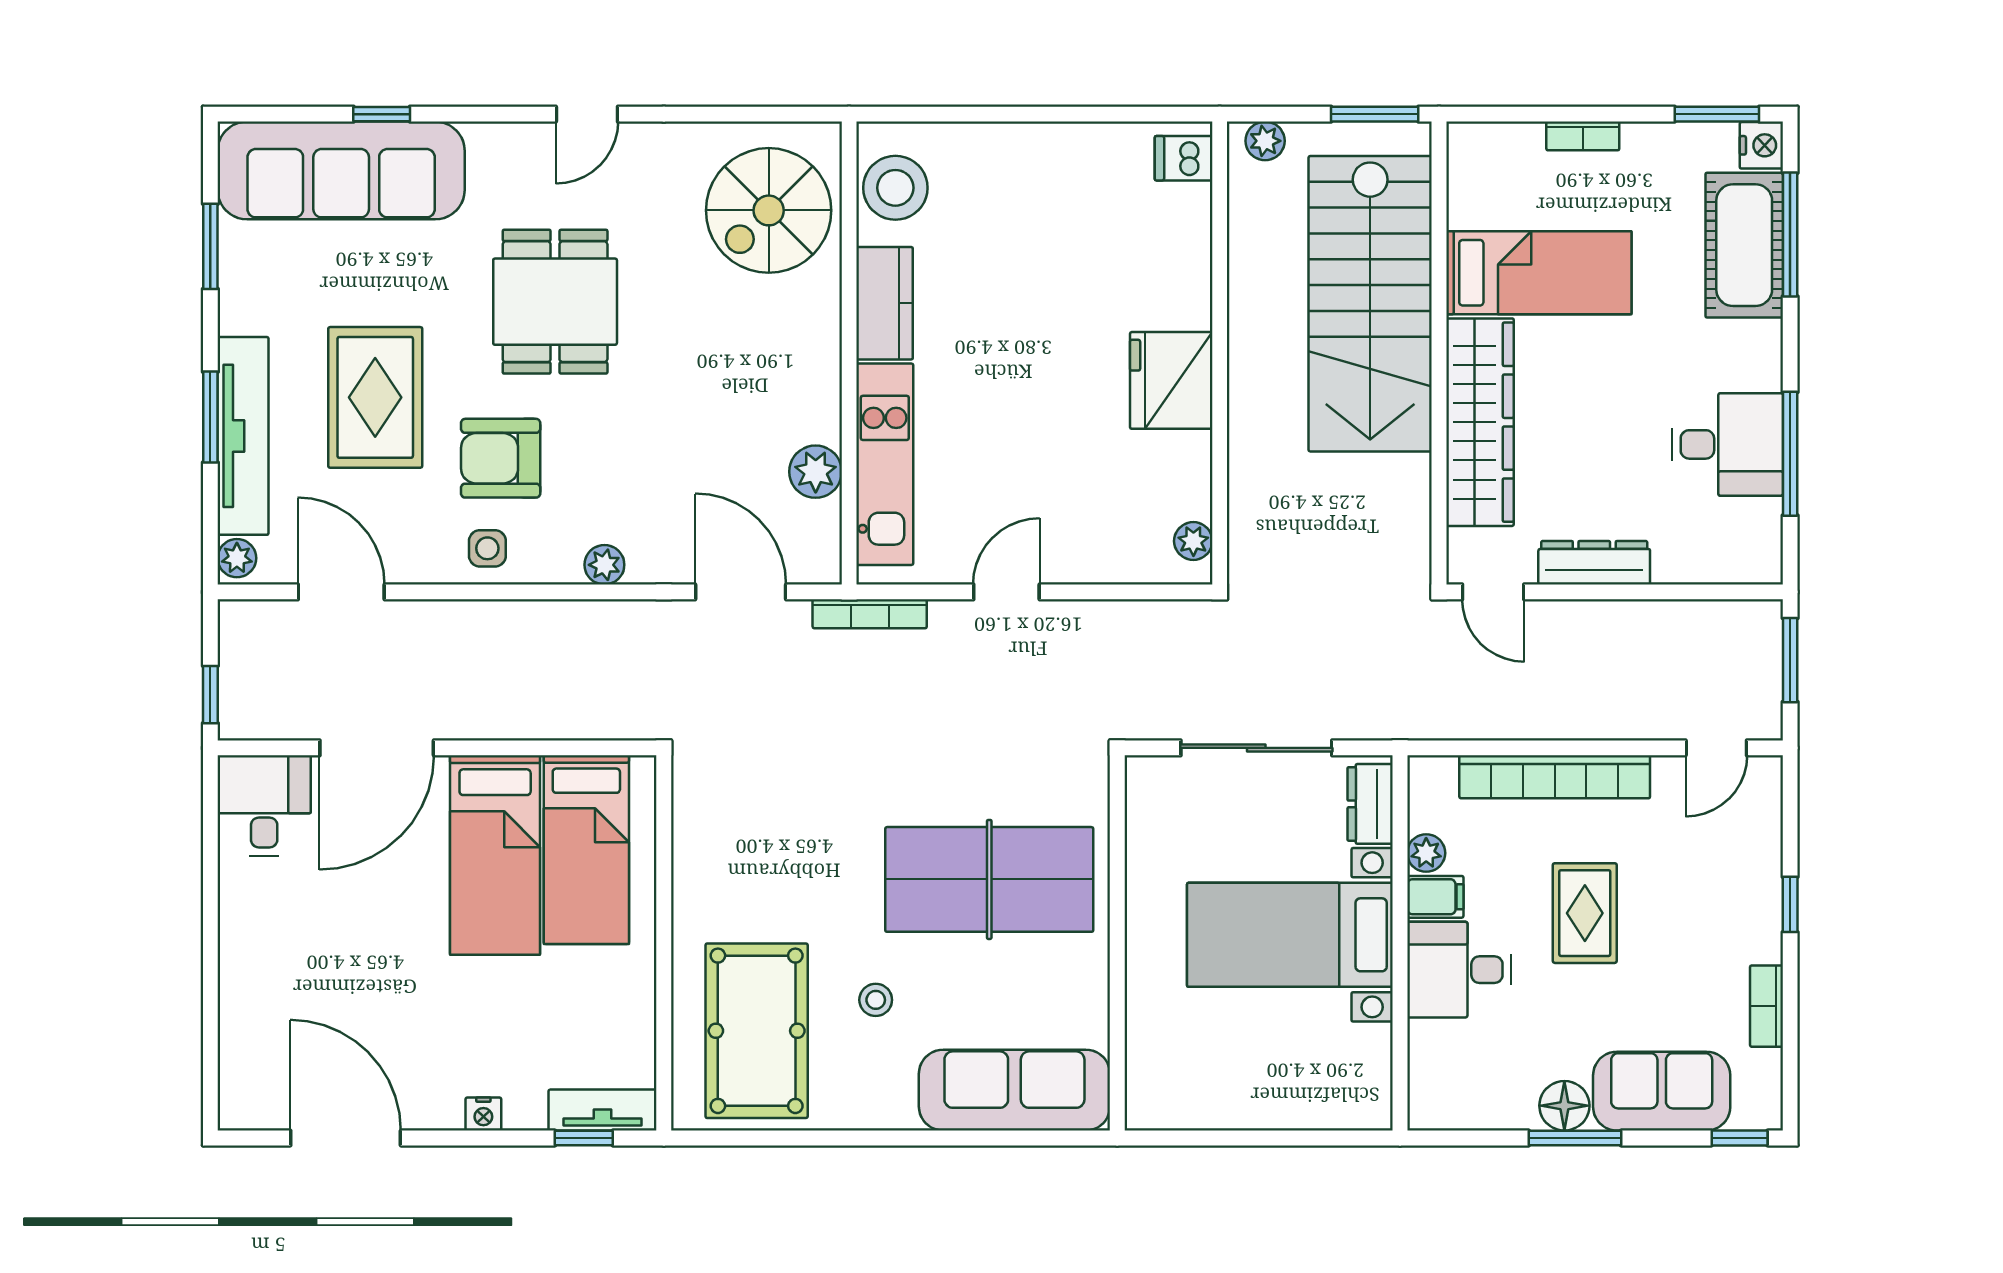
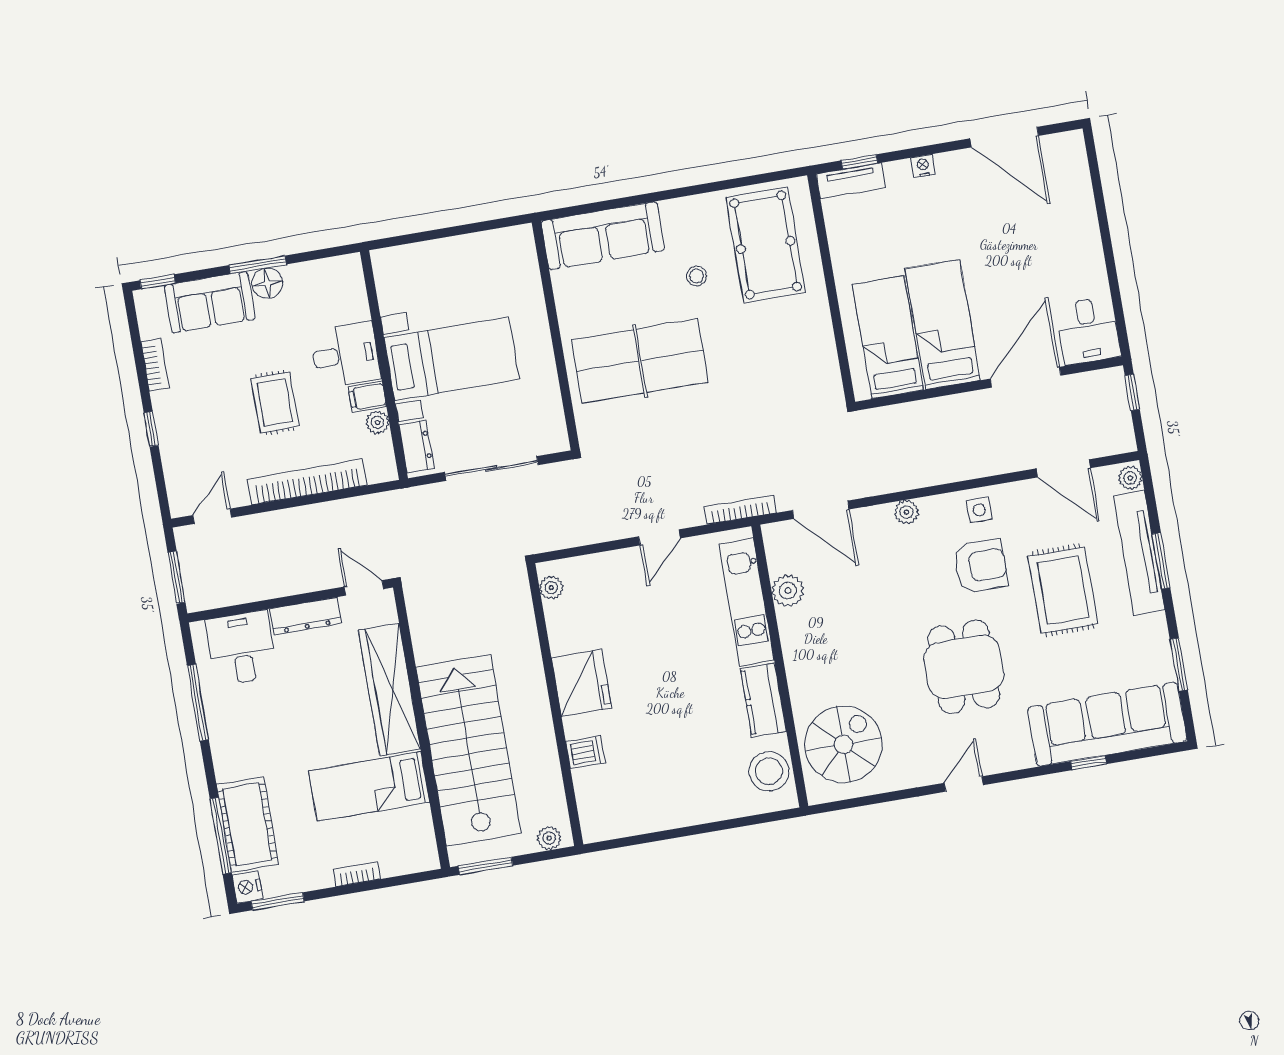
dishwasher: (1184, 158) -> (585, 752), moved
desk: (1727, 444) -> (242, 648), moved, turned 90

